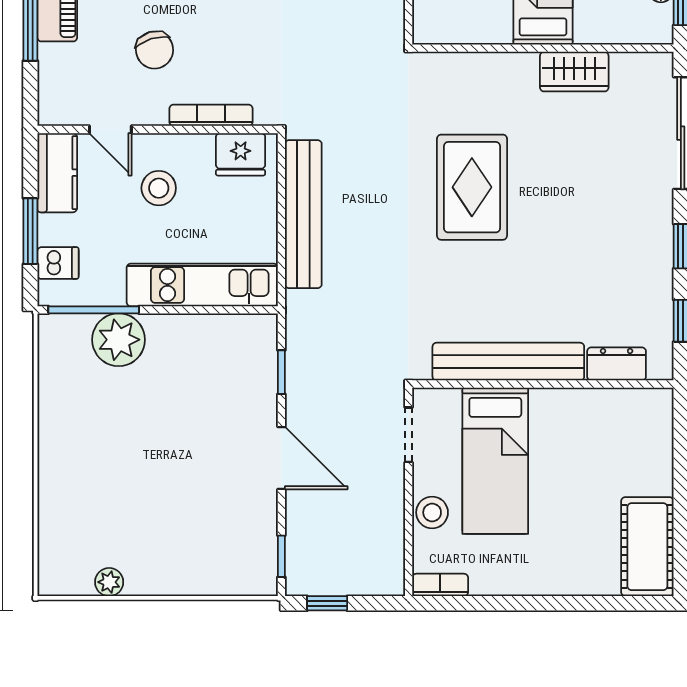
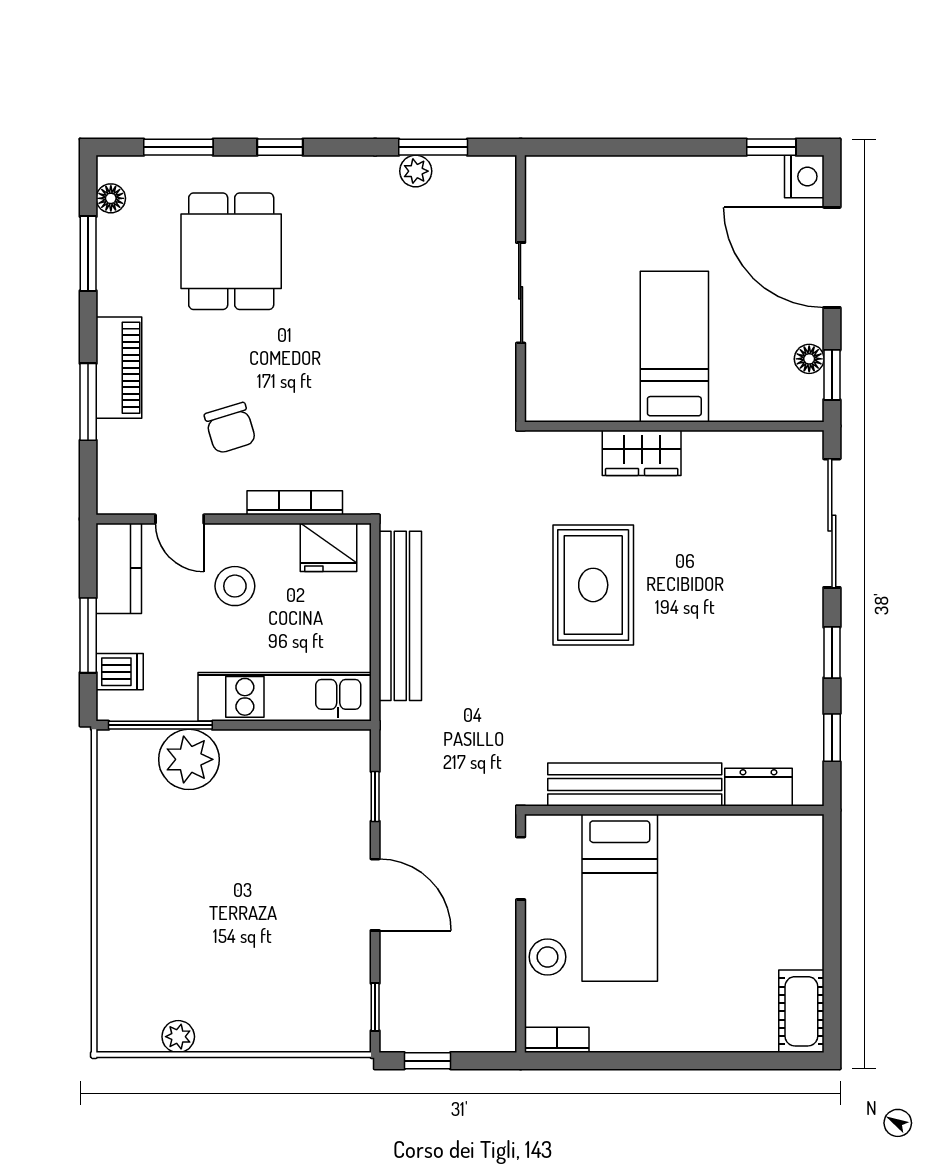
wardrobe: (574, 72) -> (642, 453), moved
cot: (647, 547) -> (801, 1011), width x0.73, depth x0.75

